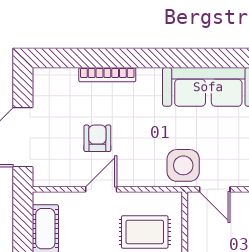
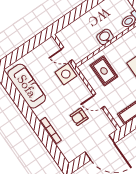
door: (215, 189) -> (67, 54), swing flipped

